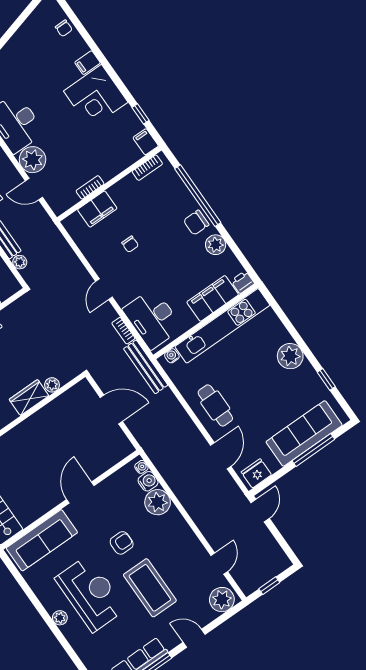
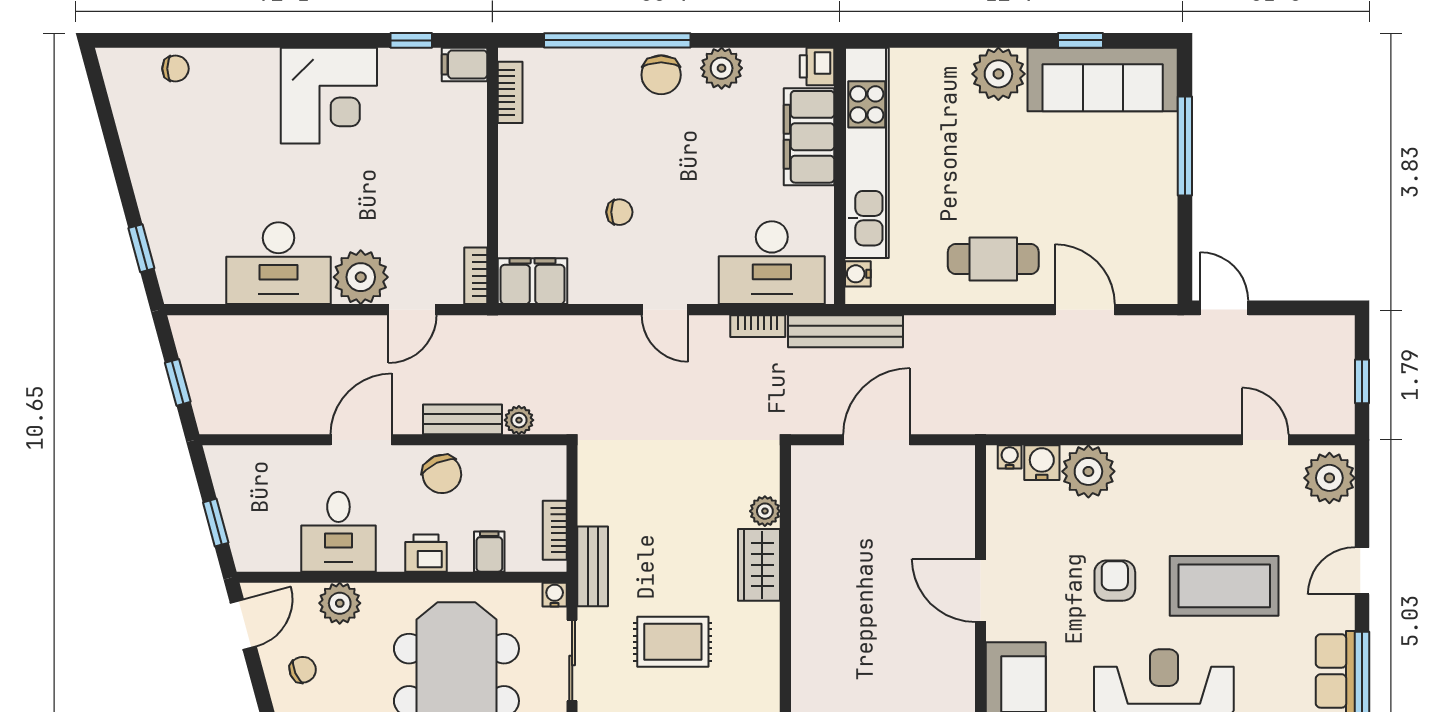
filing cabinet: (87, 63) -> (262, 69), removed
bookcase: (90, 187) -> (476, 276), moved
filing cabinet: (97, 209) -> (533, 281), moved, turned -90
sofa: (304, 433) -> (1103, 79), moved, turned -90
fridge: (256, 473) -> (1157, 270), removed

